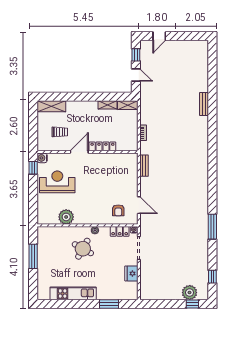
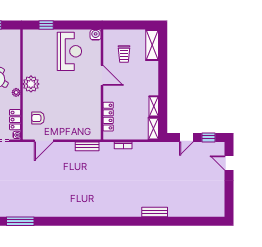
locker: (102, 146) -> (108, 117), moved
window: (33, 168) -> (46, 25), moved
plant: (66, 217) -> (31, 84), moved

